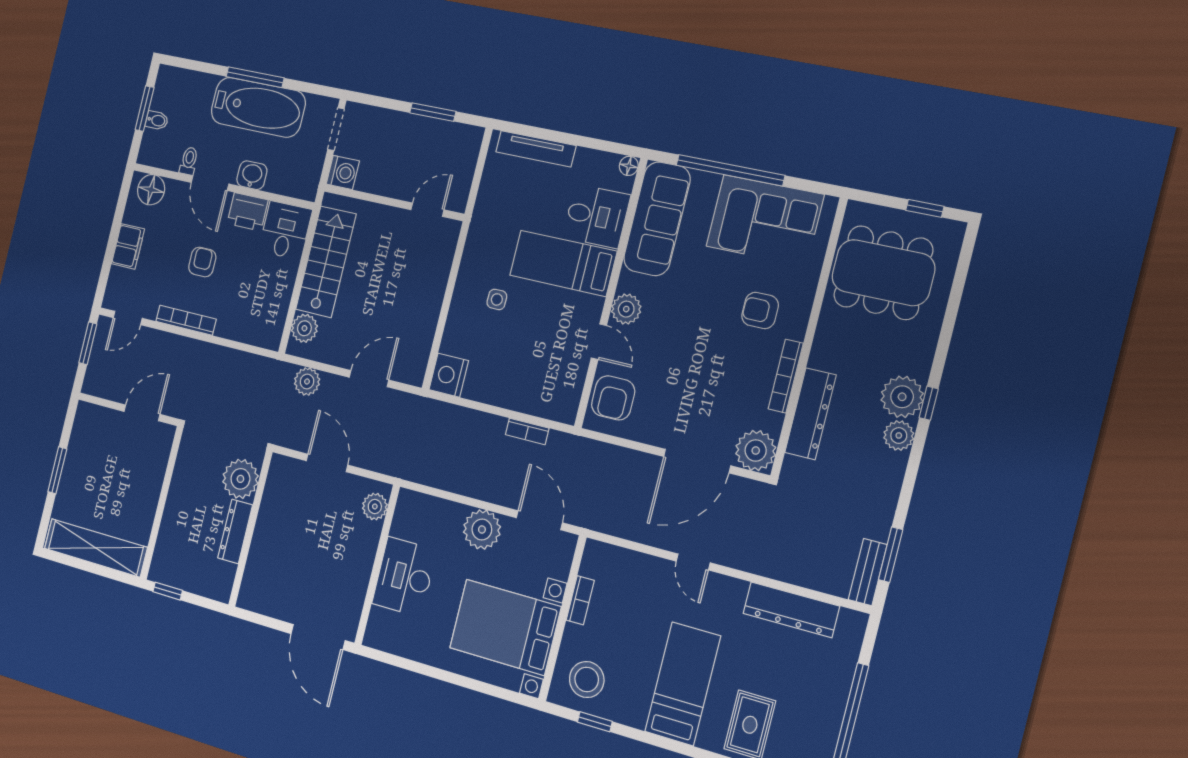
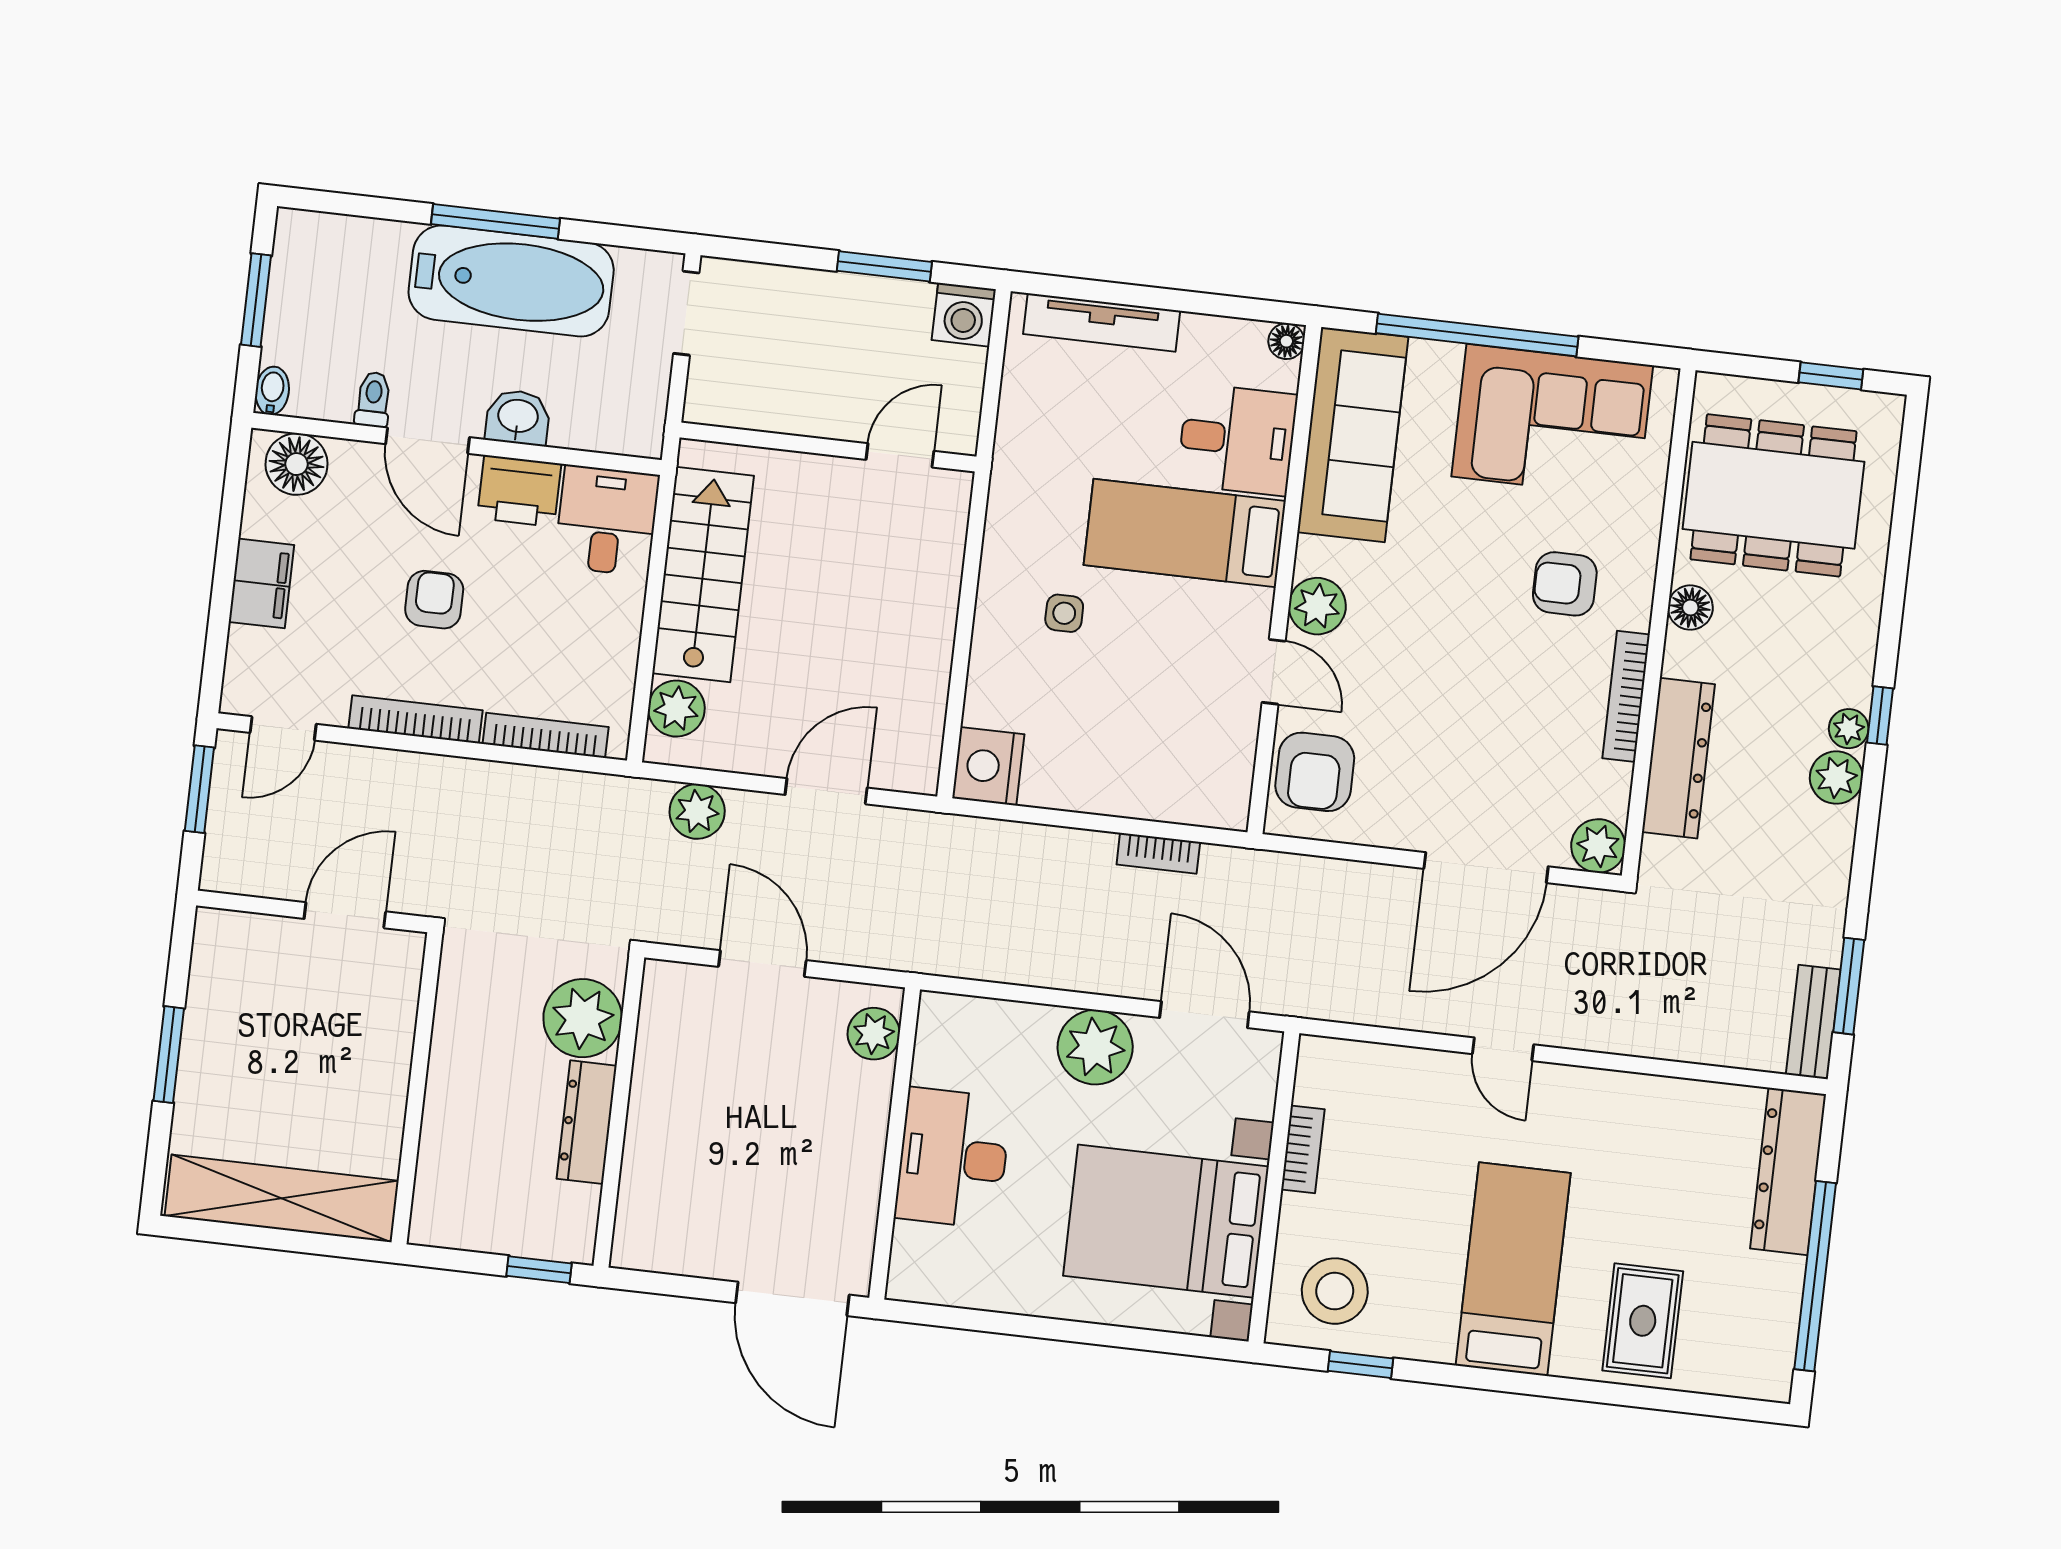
bidet: (157, 120) -> (272, 391), moved, turned -90
washing machine: (343, 172) -> (964, 315), moved, turned 90
floor lamp: (828, 331) -> (1690, 608), added
bookcase: (243, 335) -> (546, 735), added
plant: (902, 397) -> (1849, 729), width x0.53, depth x0.53
plant: (756, 450) -> (1598, 846), width x0.73, depth x0.73
window: (168, 591) -> (539, 1270), moved
dresser: (791, 610) -> (1788, 1171), moved, turned 90

